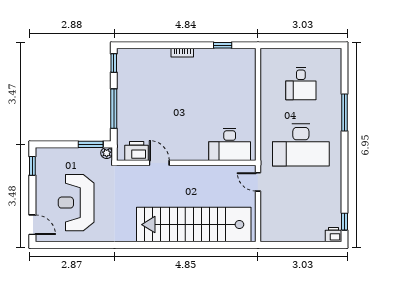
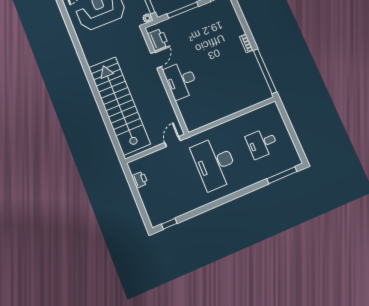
window: (223, 45) -> (265, 71), width x3.17
window: (345, 112) -> (282, 175), moved
desk: (230, 144) -> (181, 80), moved
printer: (333, 235) -> (140, 180), moved

